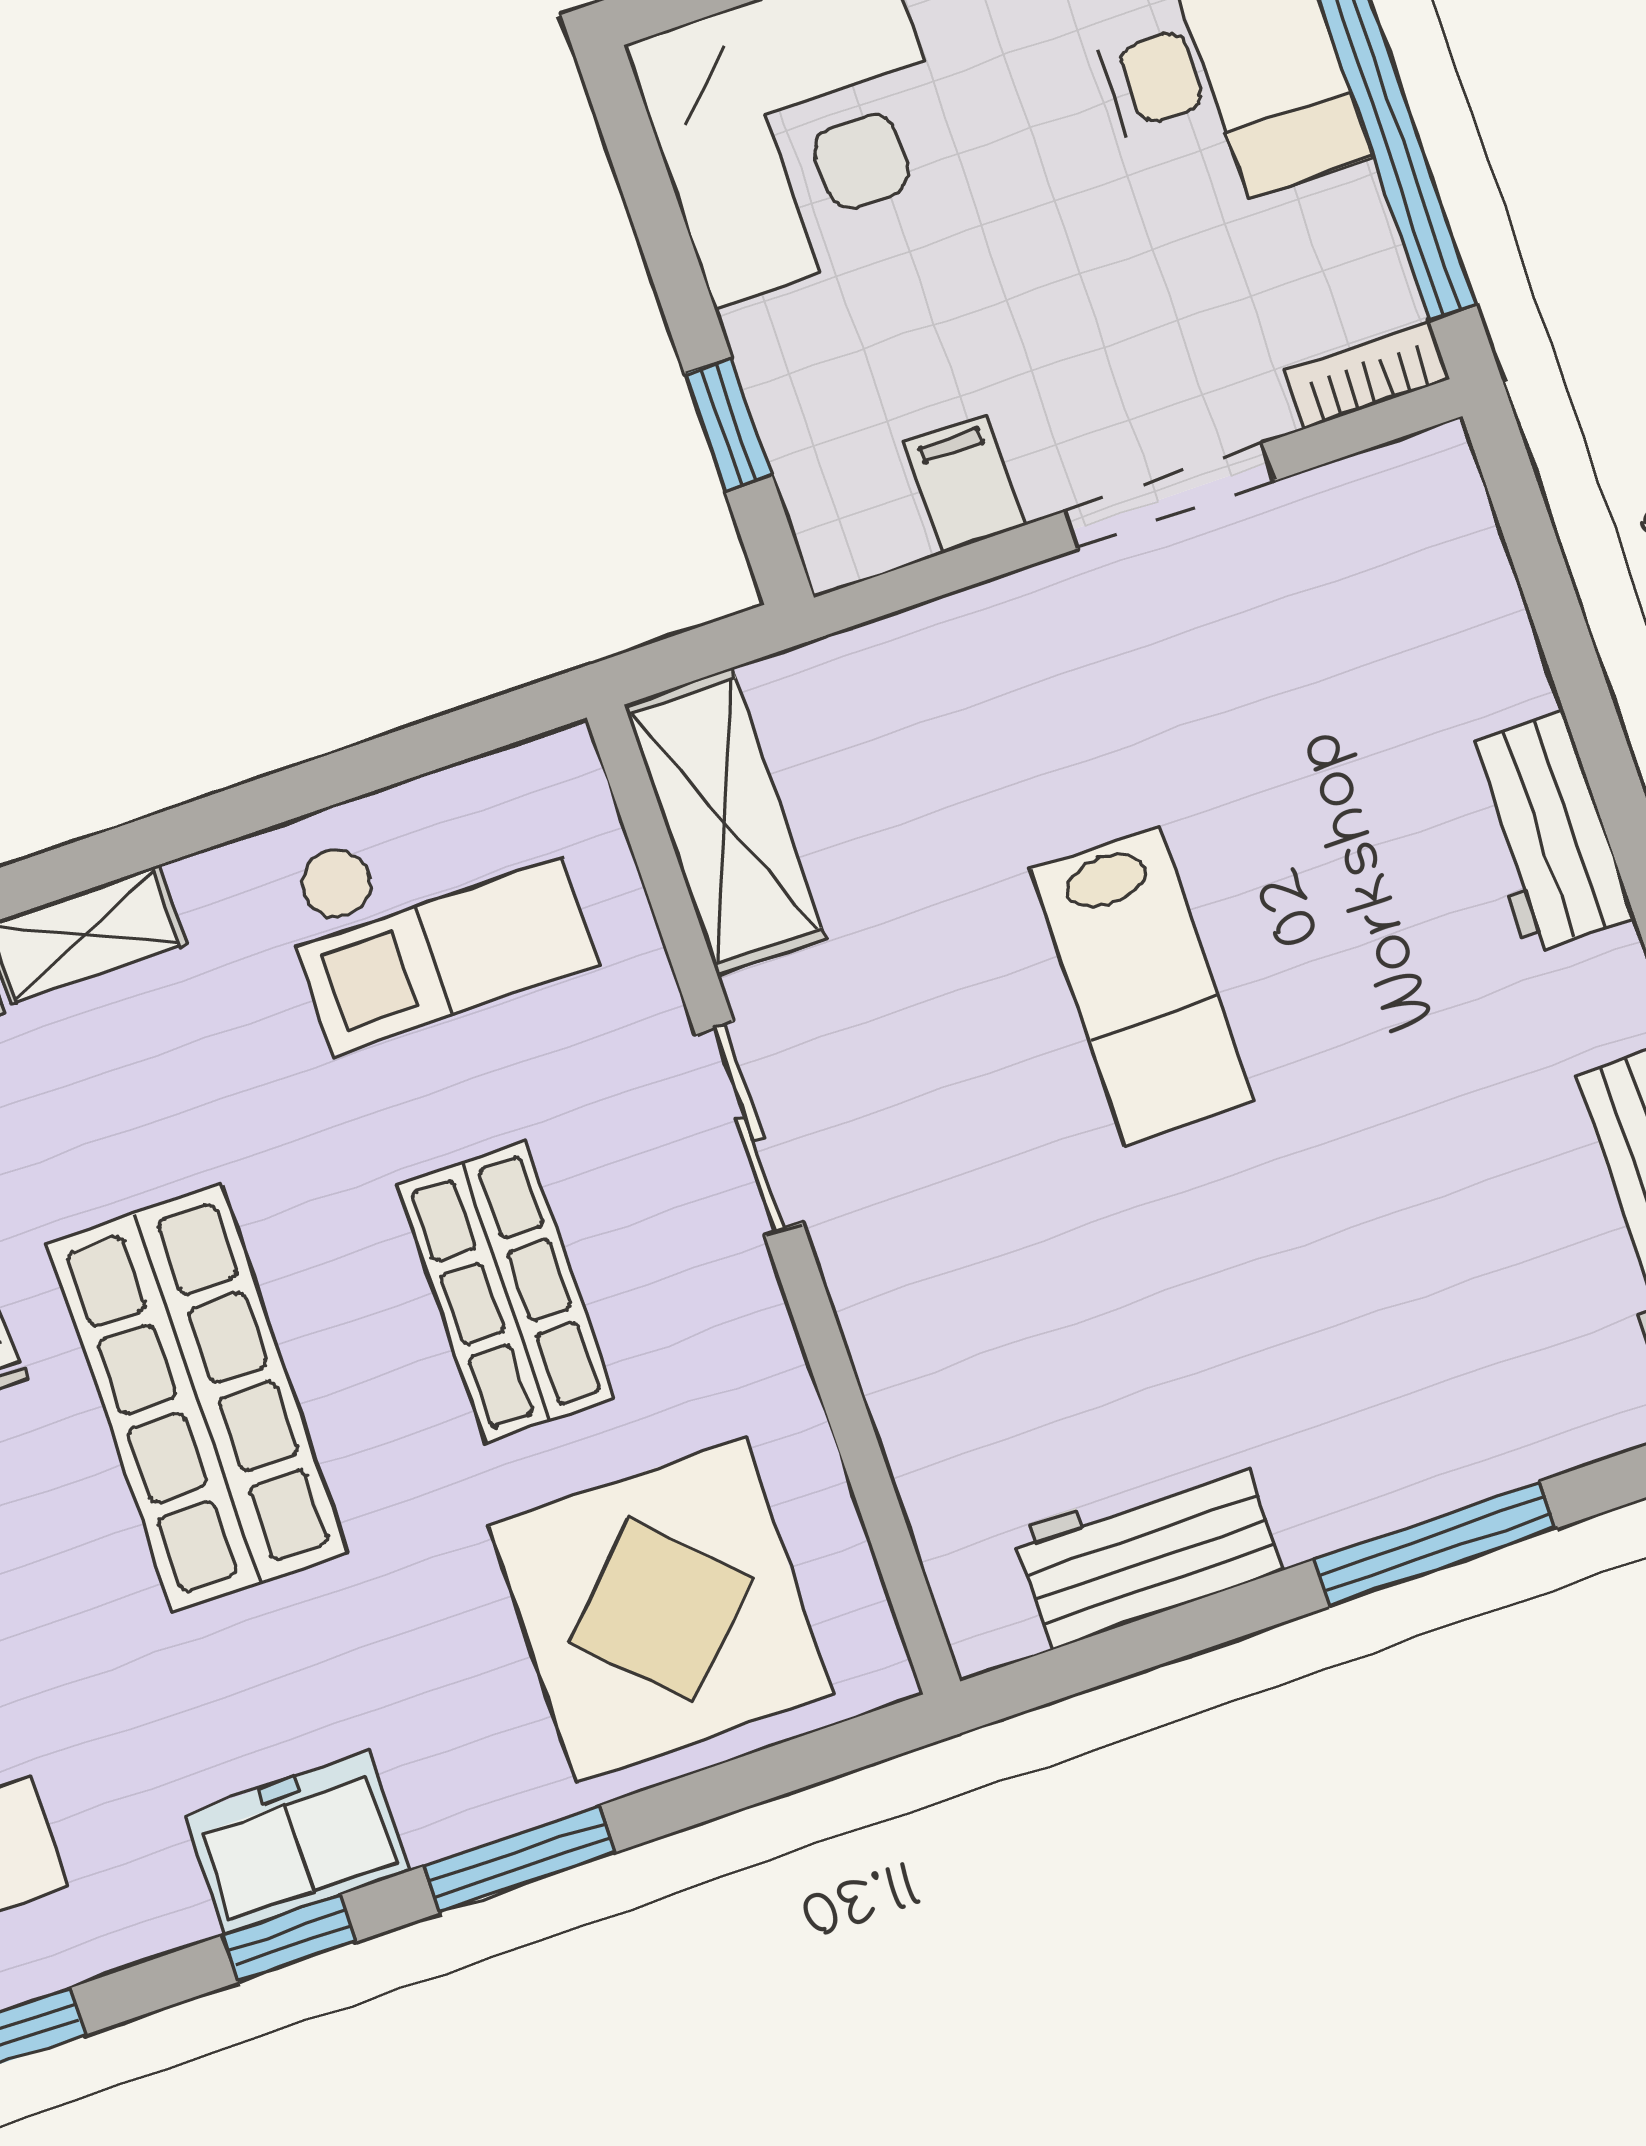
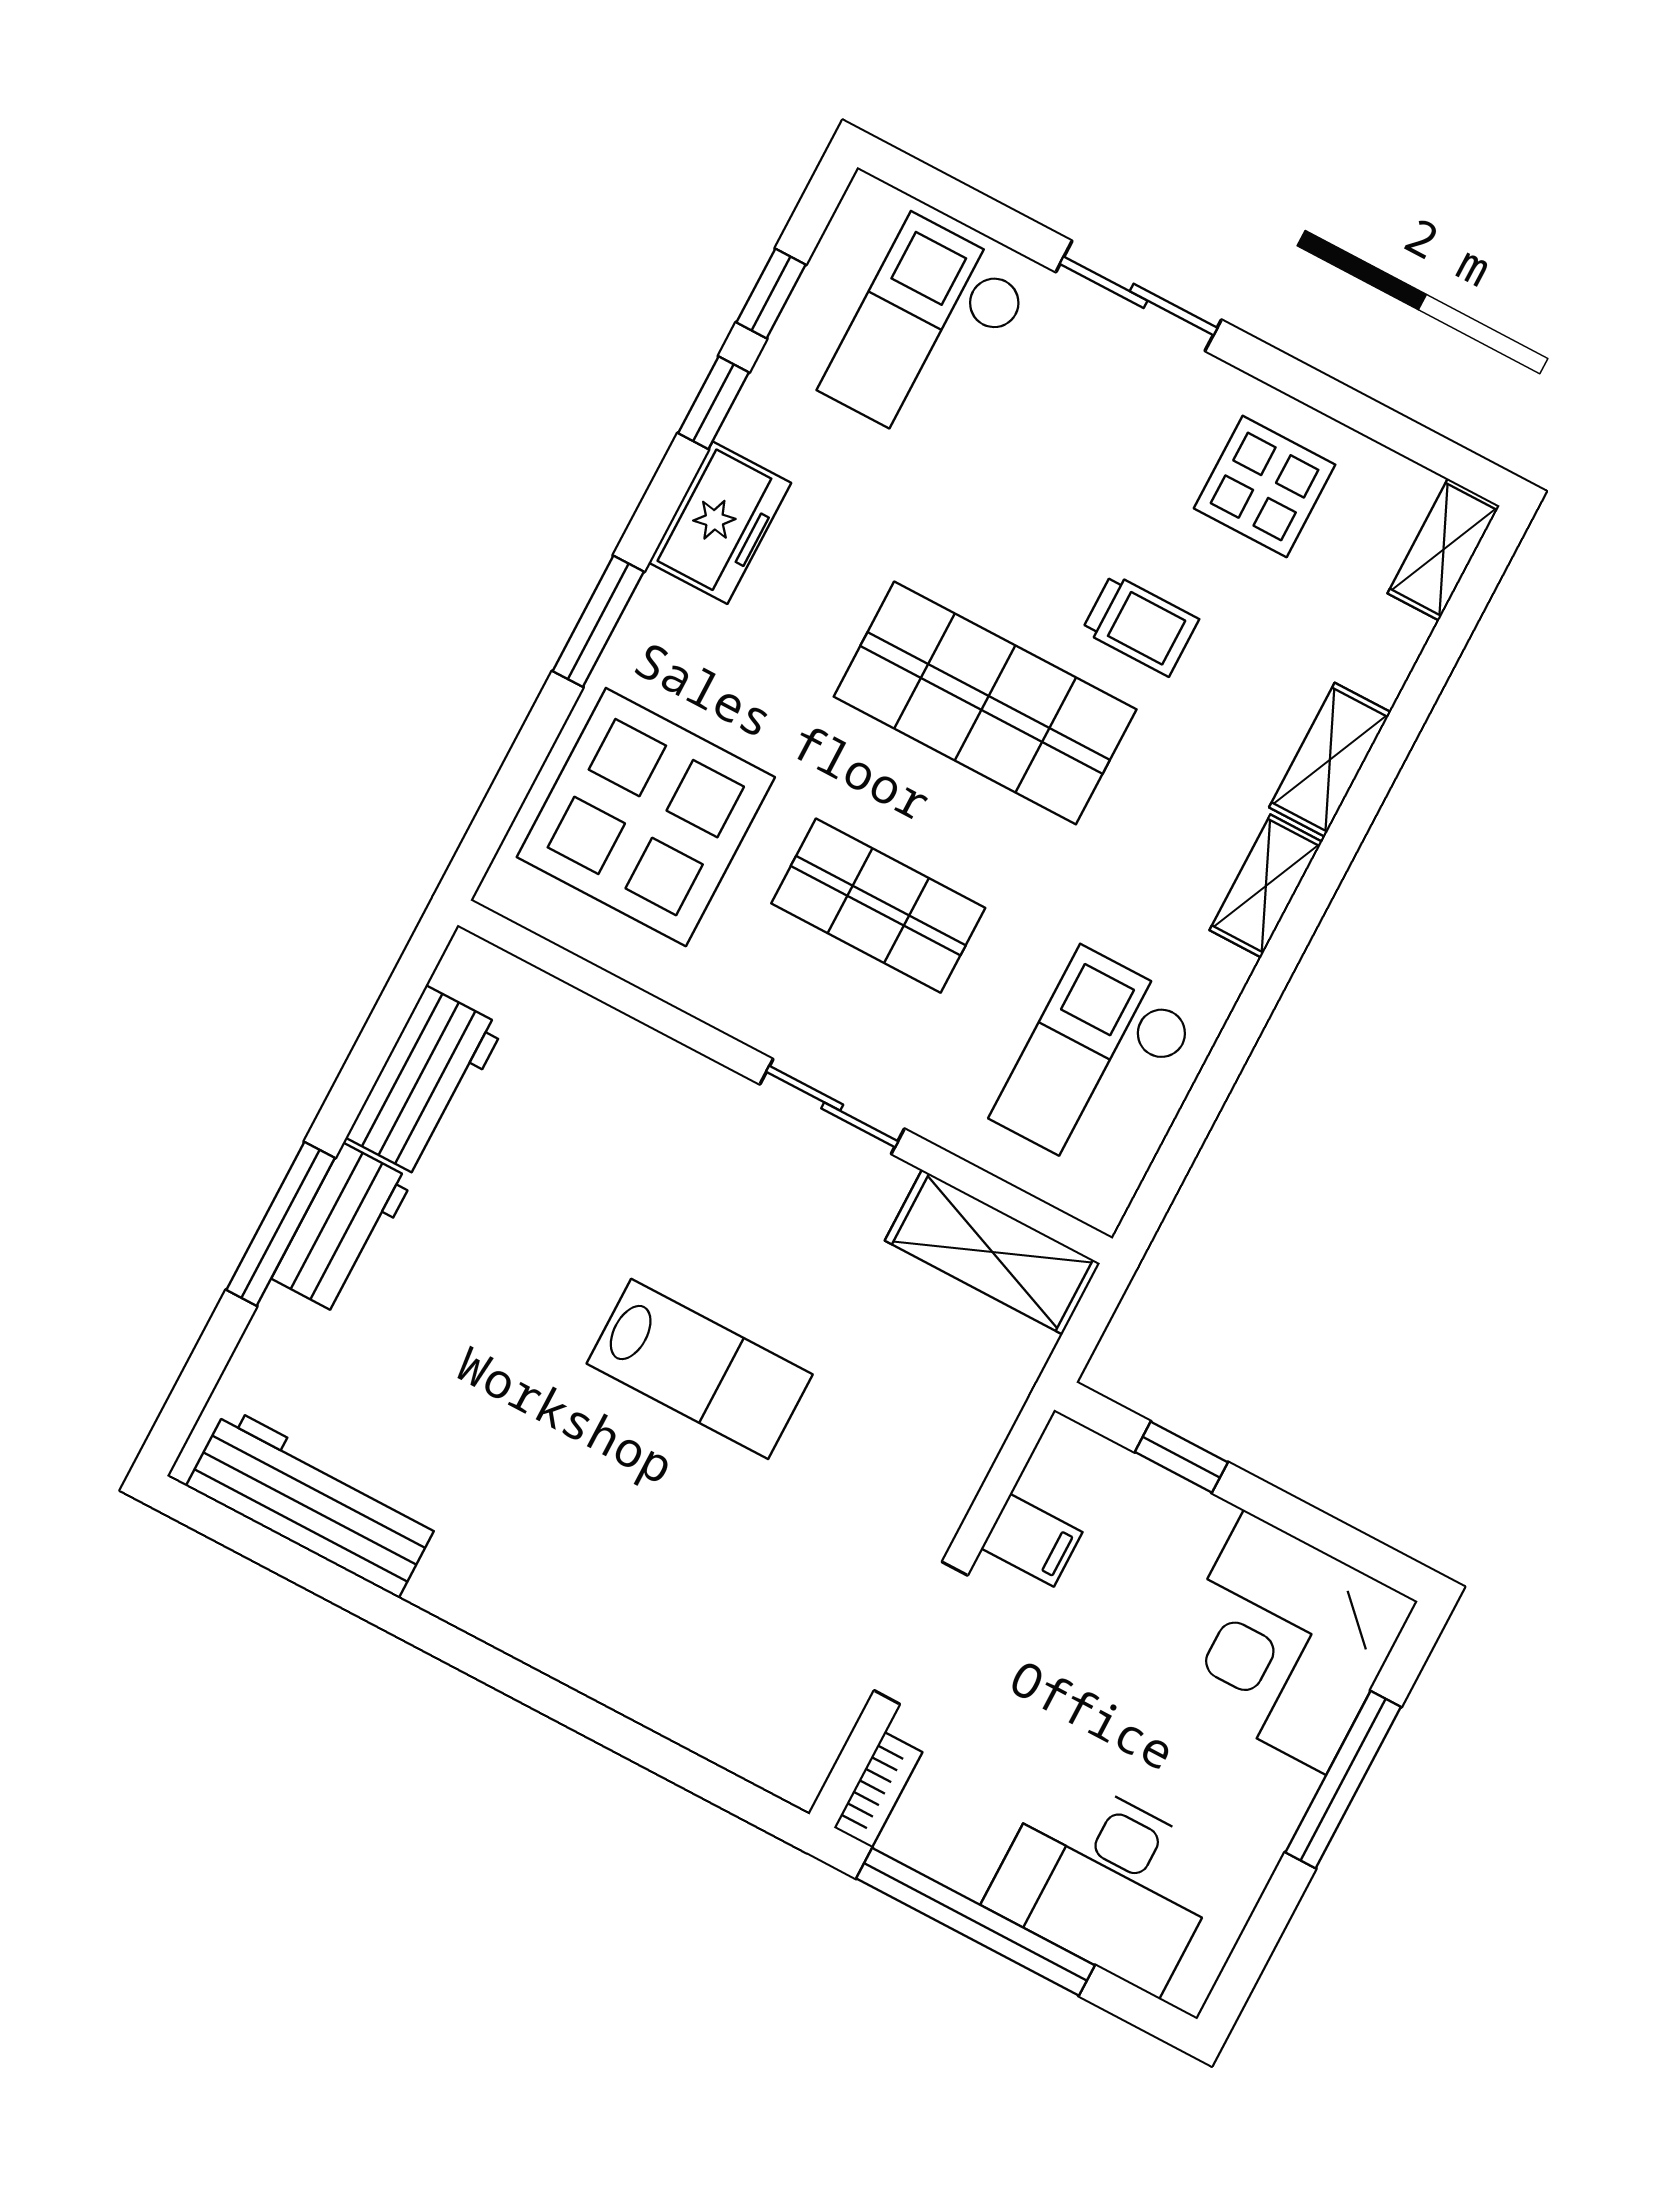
workbench: (1546, 833) -> (342, 1229), moved, turned 90
lab bench: (1142, 985) -> (700, 1369), turned 180
window: (290, 1938) -> (713, 403), moved

